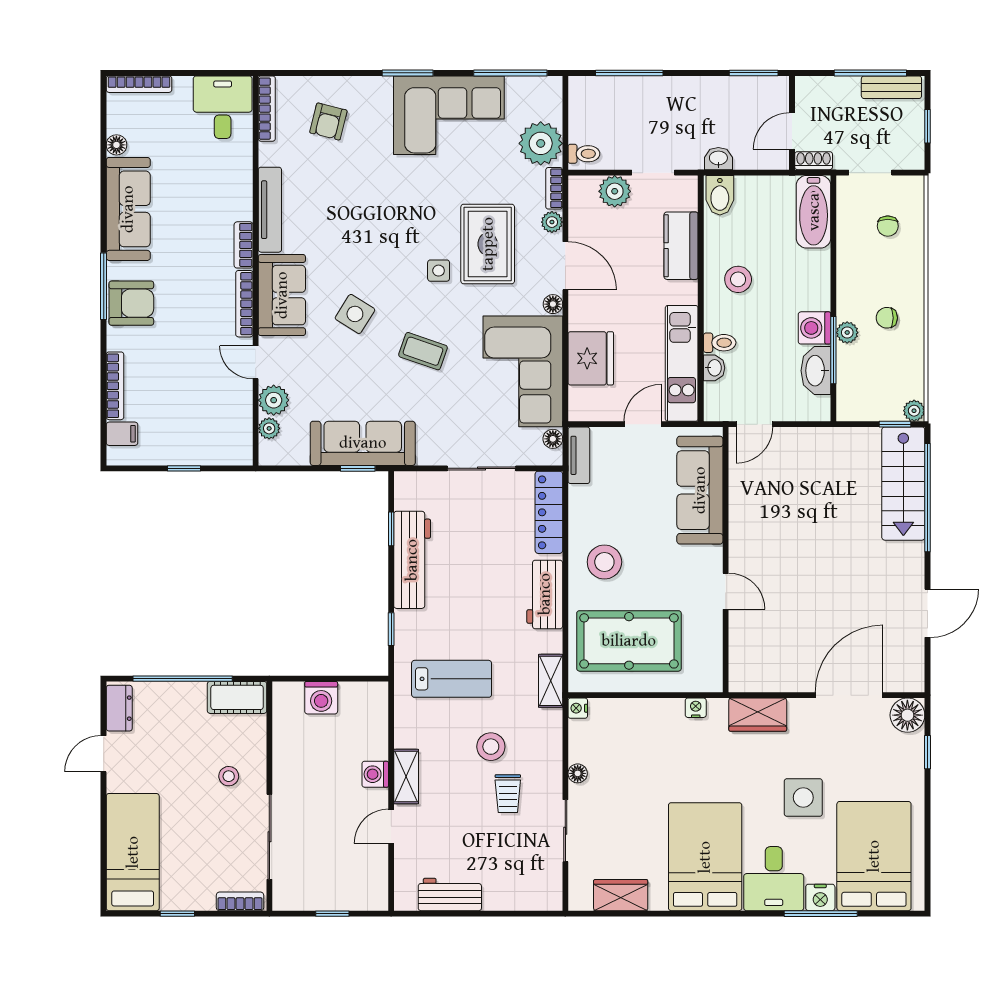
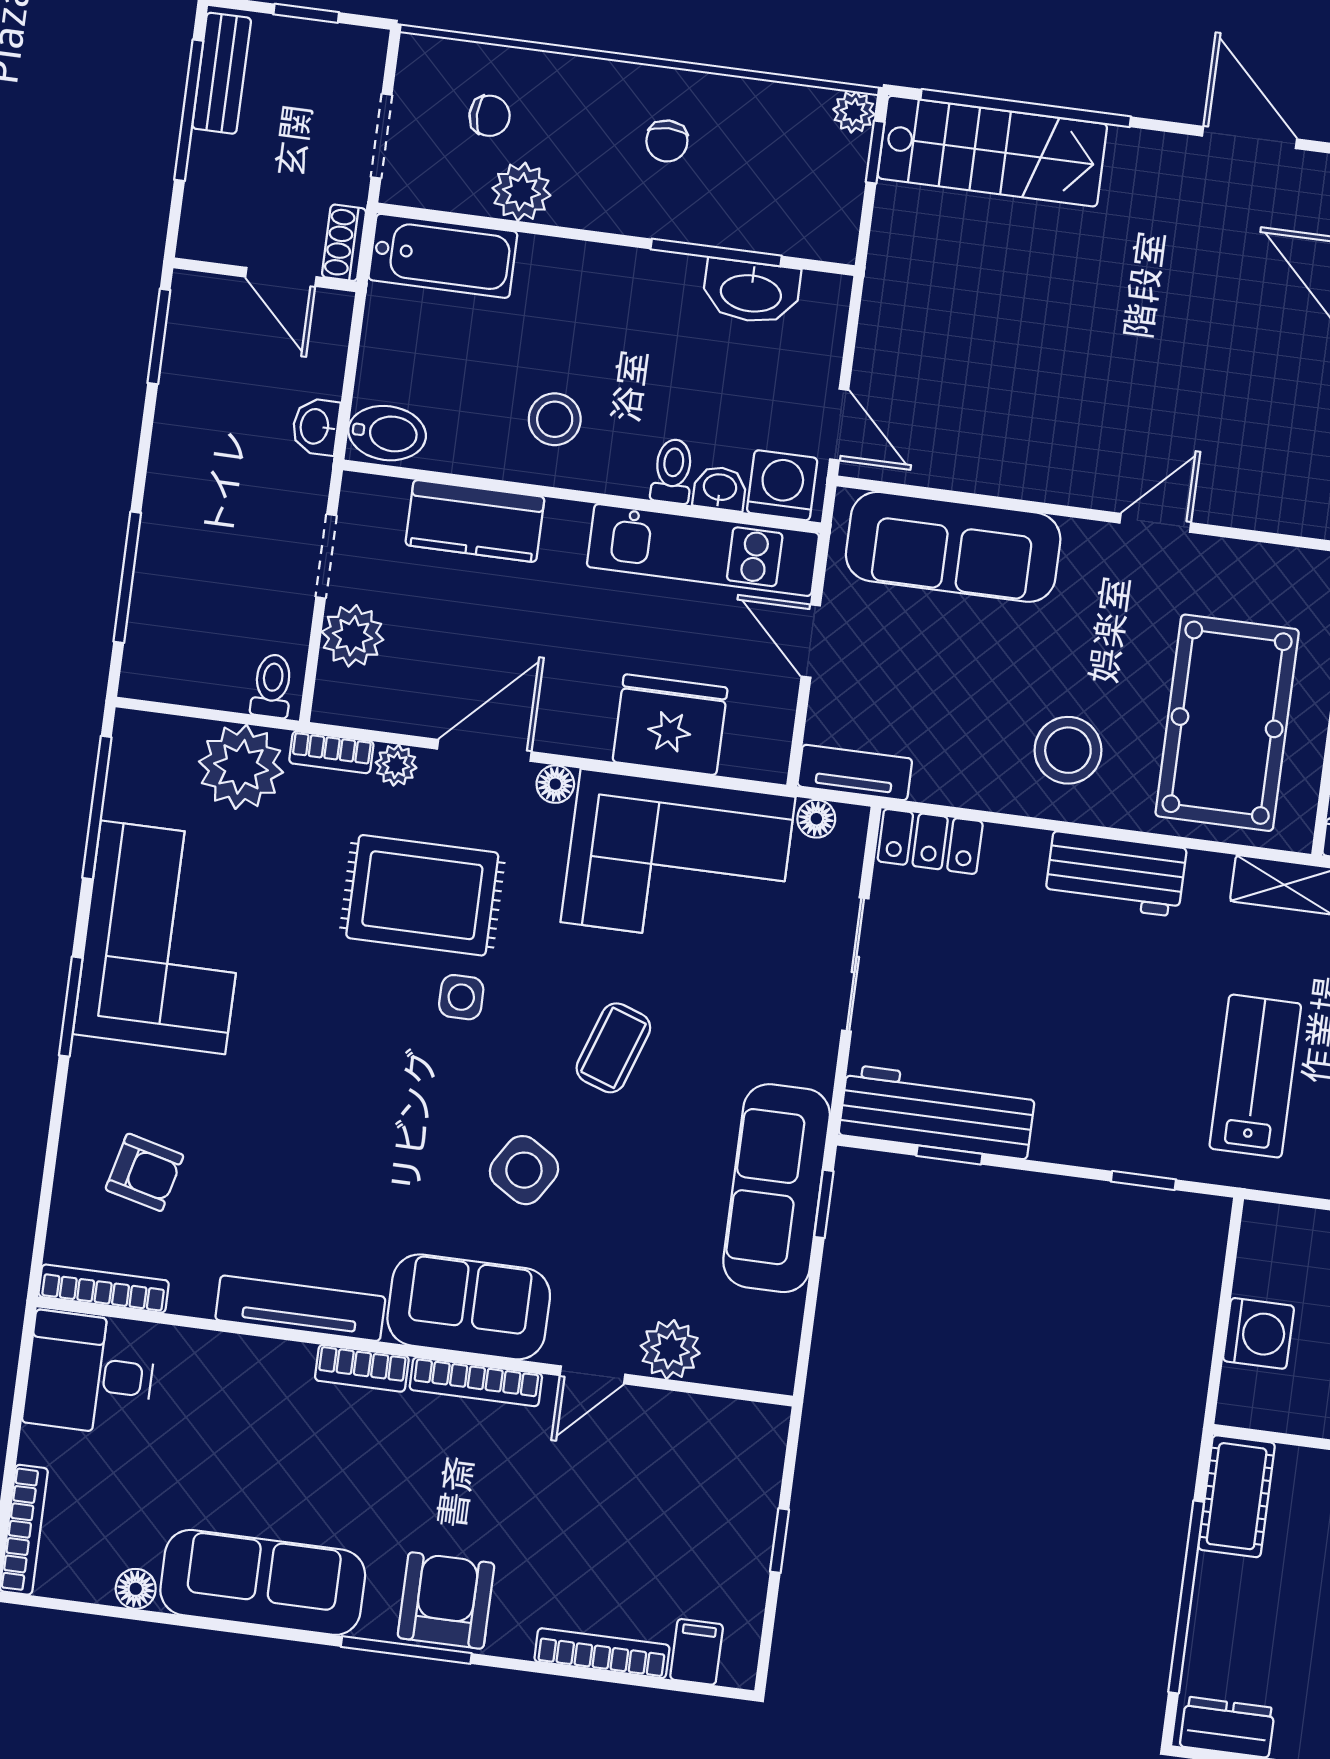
washing machine: (814, 328) -> (782, 485), moved, turned 180
plant: (847, 333) -> (521, 192), moved, width x1.38, depth x1.38
plant: (269, 428) -> (724, 1366), removed
locker: (549, 512) -> (930, 841), width x0.66
workbench: (412, 560) -> (937, 1112), moved

